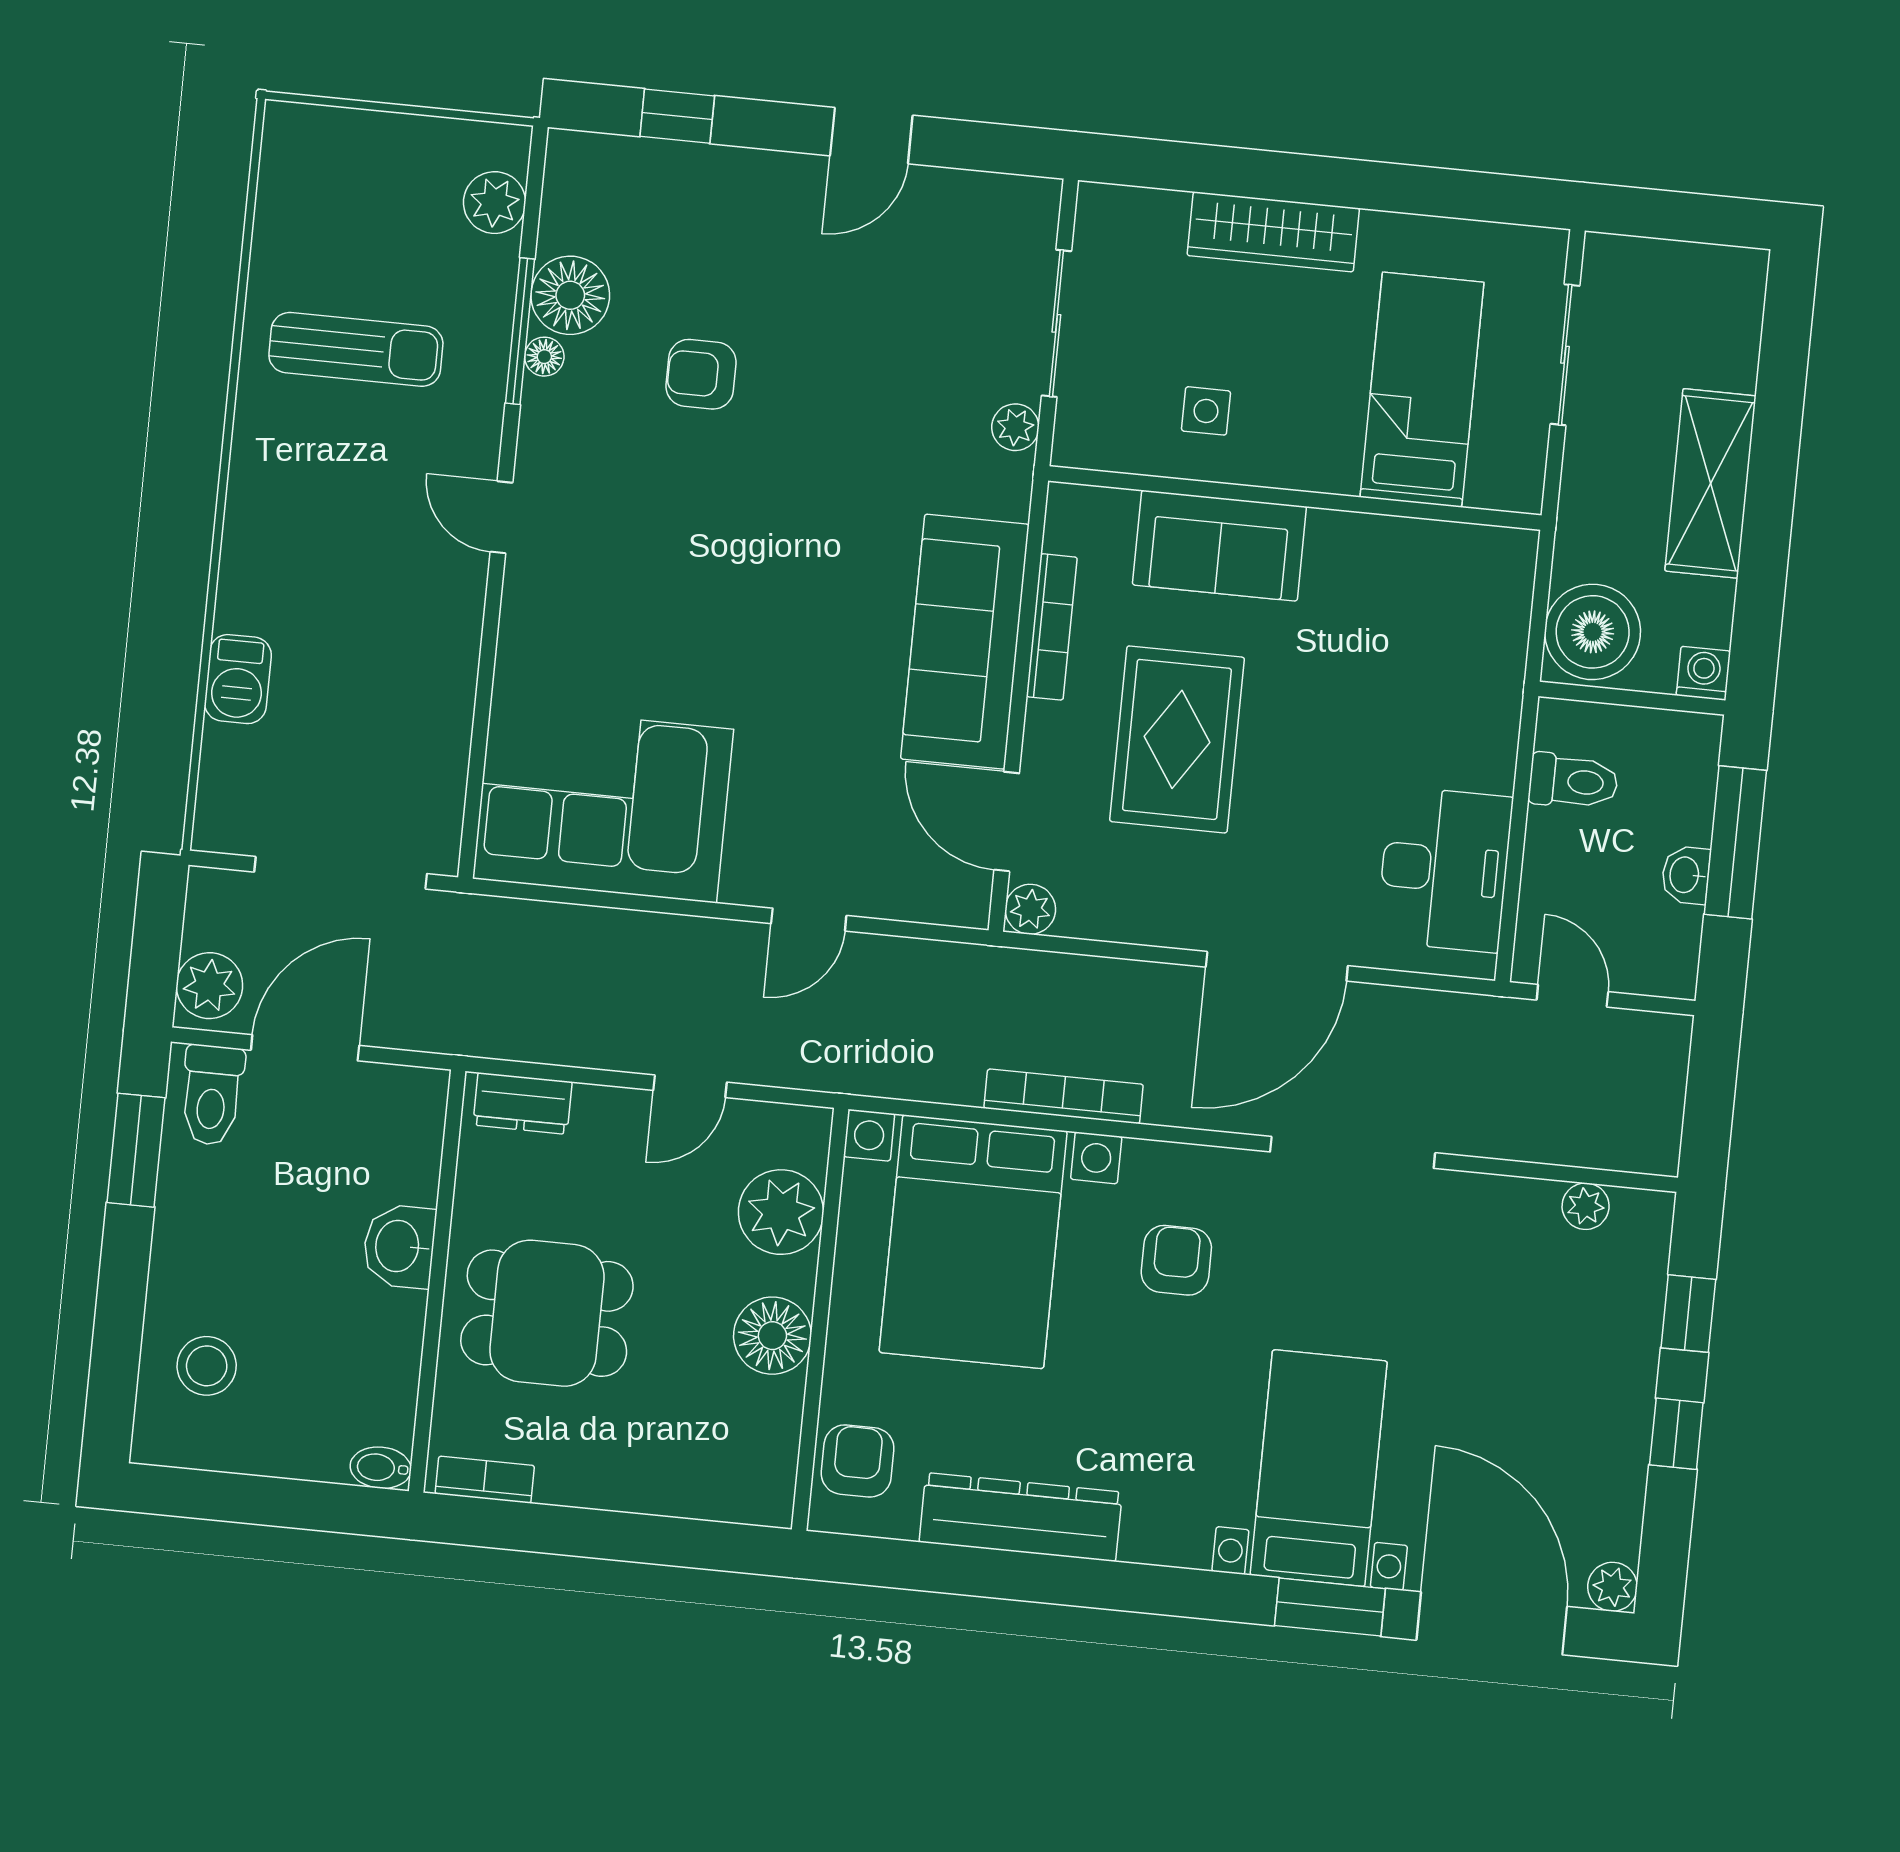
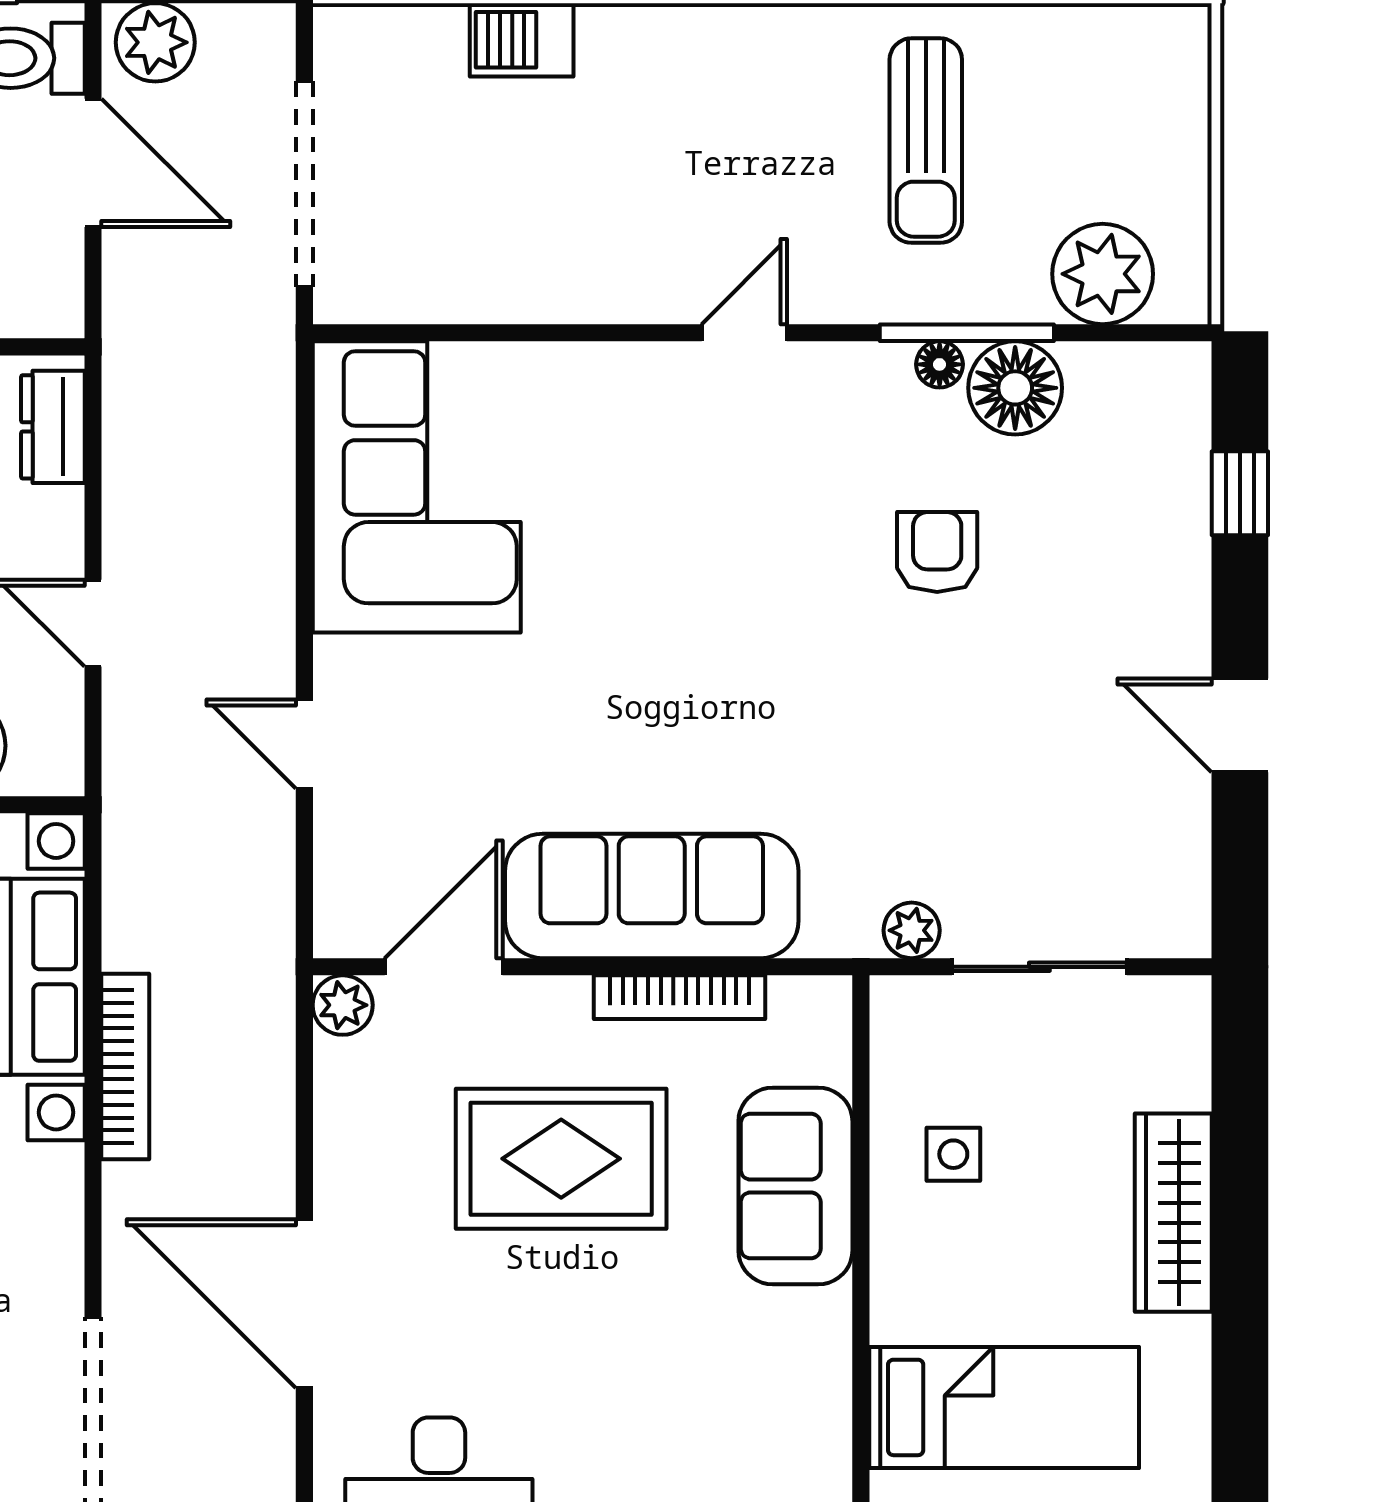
plant: (495, 203) -> (1103, 274), width x1.36, depth x1.36

